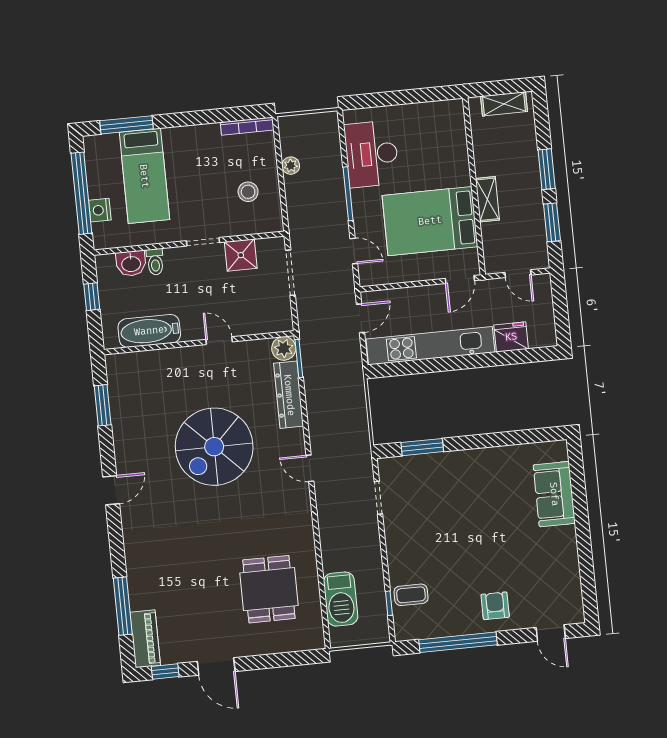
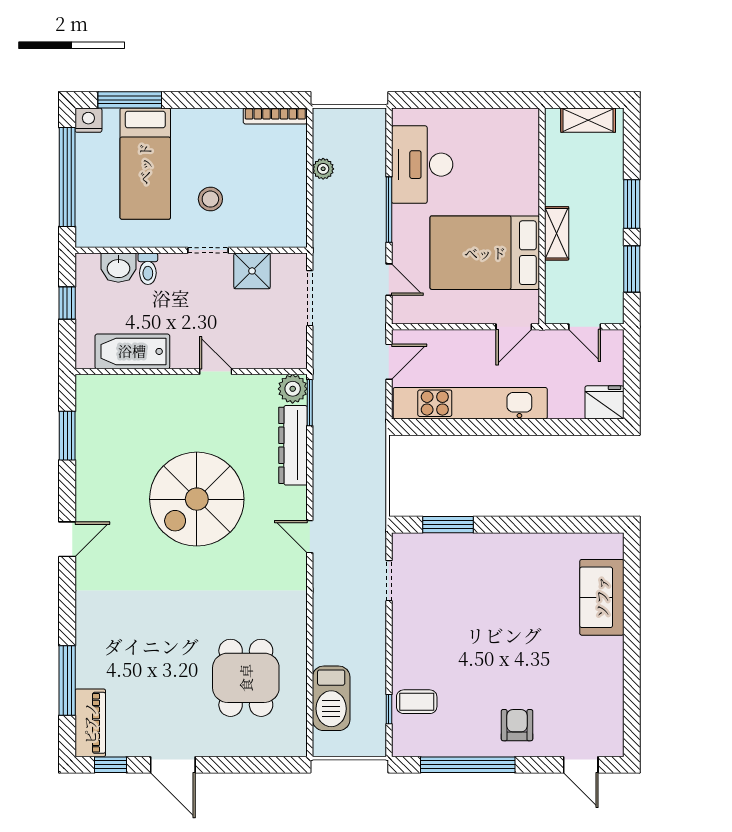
stool: (248, 192) -> (210, 199), moved
nightstand: (100, 210) -> (88, 120), moved, turned 90
fridge: (511, 337) -> (604, 402), moved

